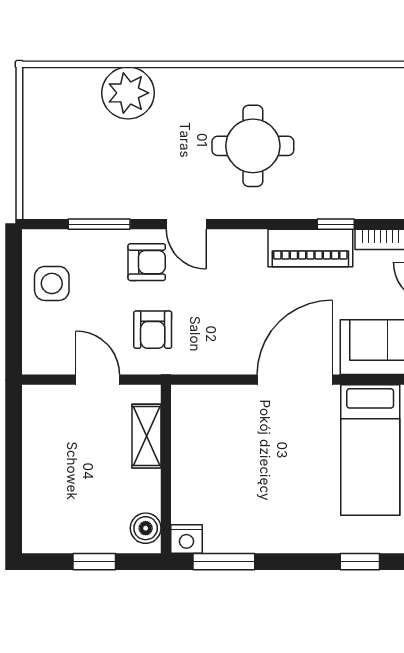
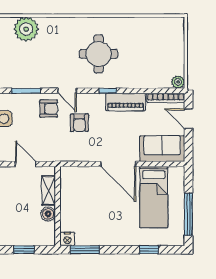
plant: (128, 93) -> (26, 29), moved
window: (336, 224) -> (108, 91), moved
armchair: (153, 330) -> (79, 123), moved
door: (295, 380) -> (118, 164), swing flipped
boiler: (146, 528) -> (48, 214), moved

